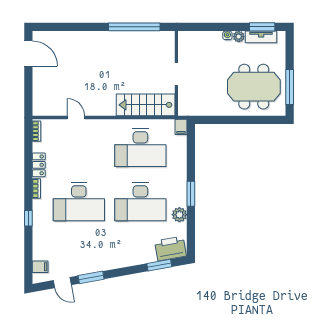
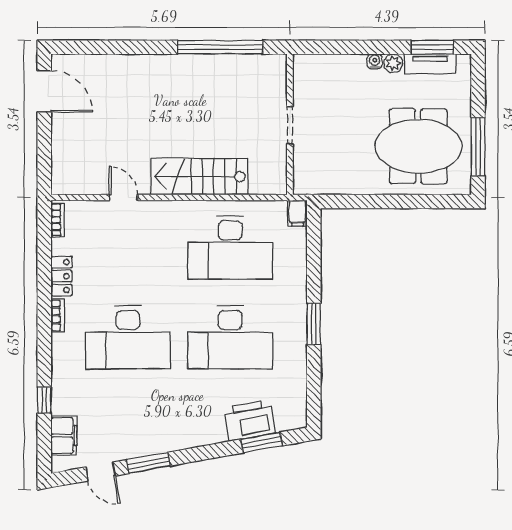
stairs: (146, 105) -> (199, 177), moved
plant: (179, 215) -> (295, 359), removed
window: (28, 218) -> (44, 400), moved
printer: (170, 249) -> (250, 420), moved
filing cabinet: (40, 267) -> (64, 436), width x2.00

